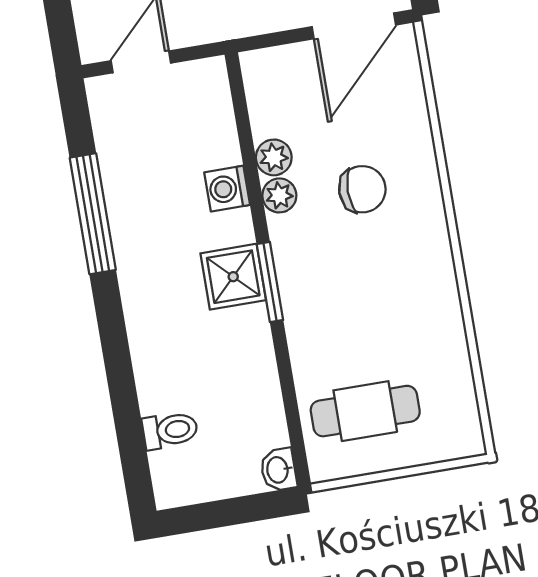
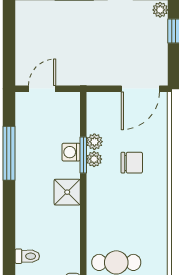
window: (270, 282) -> (83, 155), moved

